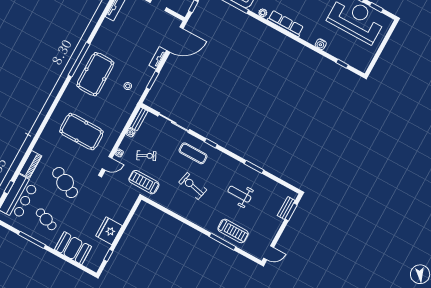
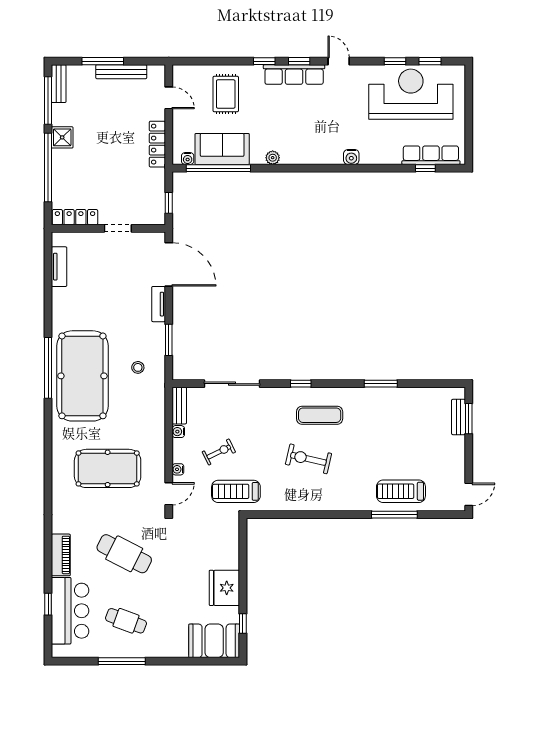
row of seats: (285, 24) -> (431, 155), moved
door: (175, 40) -> (169, 264), hinge flipped
water cooler: (321, 44) -> (351, 157), moved
pool table: (95, 74) -> (82, 376), width x1.36, depth x1.32
exercise mat: (193, 153) -> (320, 415), moved
weight bench: (239, 194) -> (381, 434), removed
treadmill: (233, 231) -> (401, 491), turned 180
booth: (73, 248) -> (214, 641), moved

